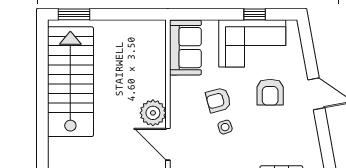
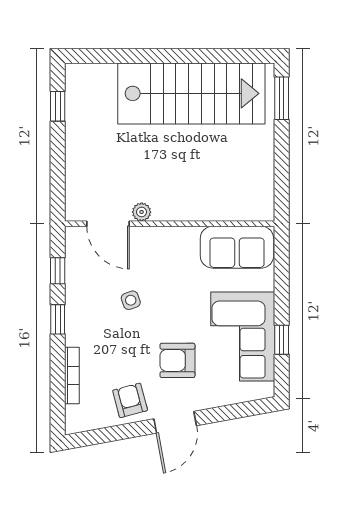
armchair: (218, 100) -> (130, 400), moved
plant: (153, 113) -> (142, 212), width x0.53, depth x0.53
door: (168, 144) -> (108, 224), swing flipped

